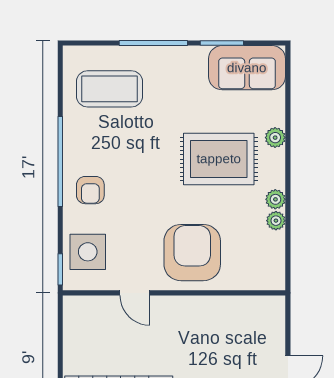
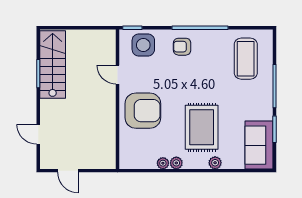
door: (135, 293) -> (118, 75), hinge flipped

